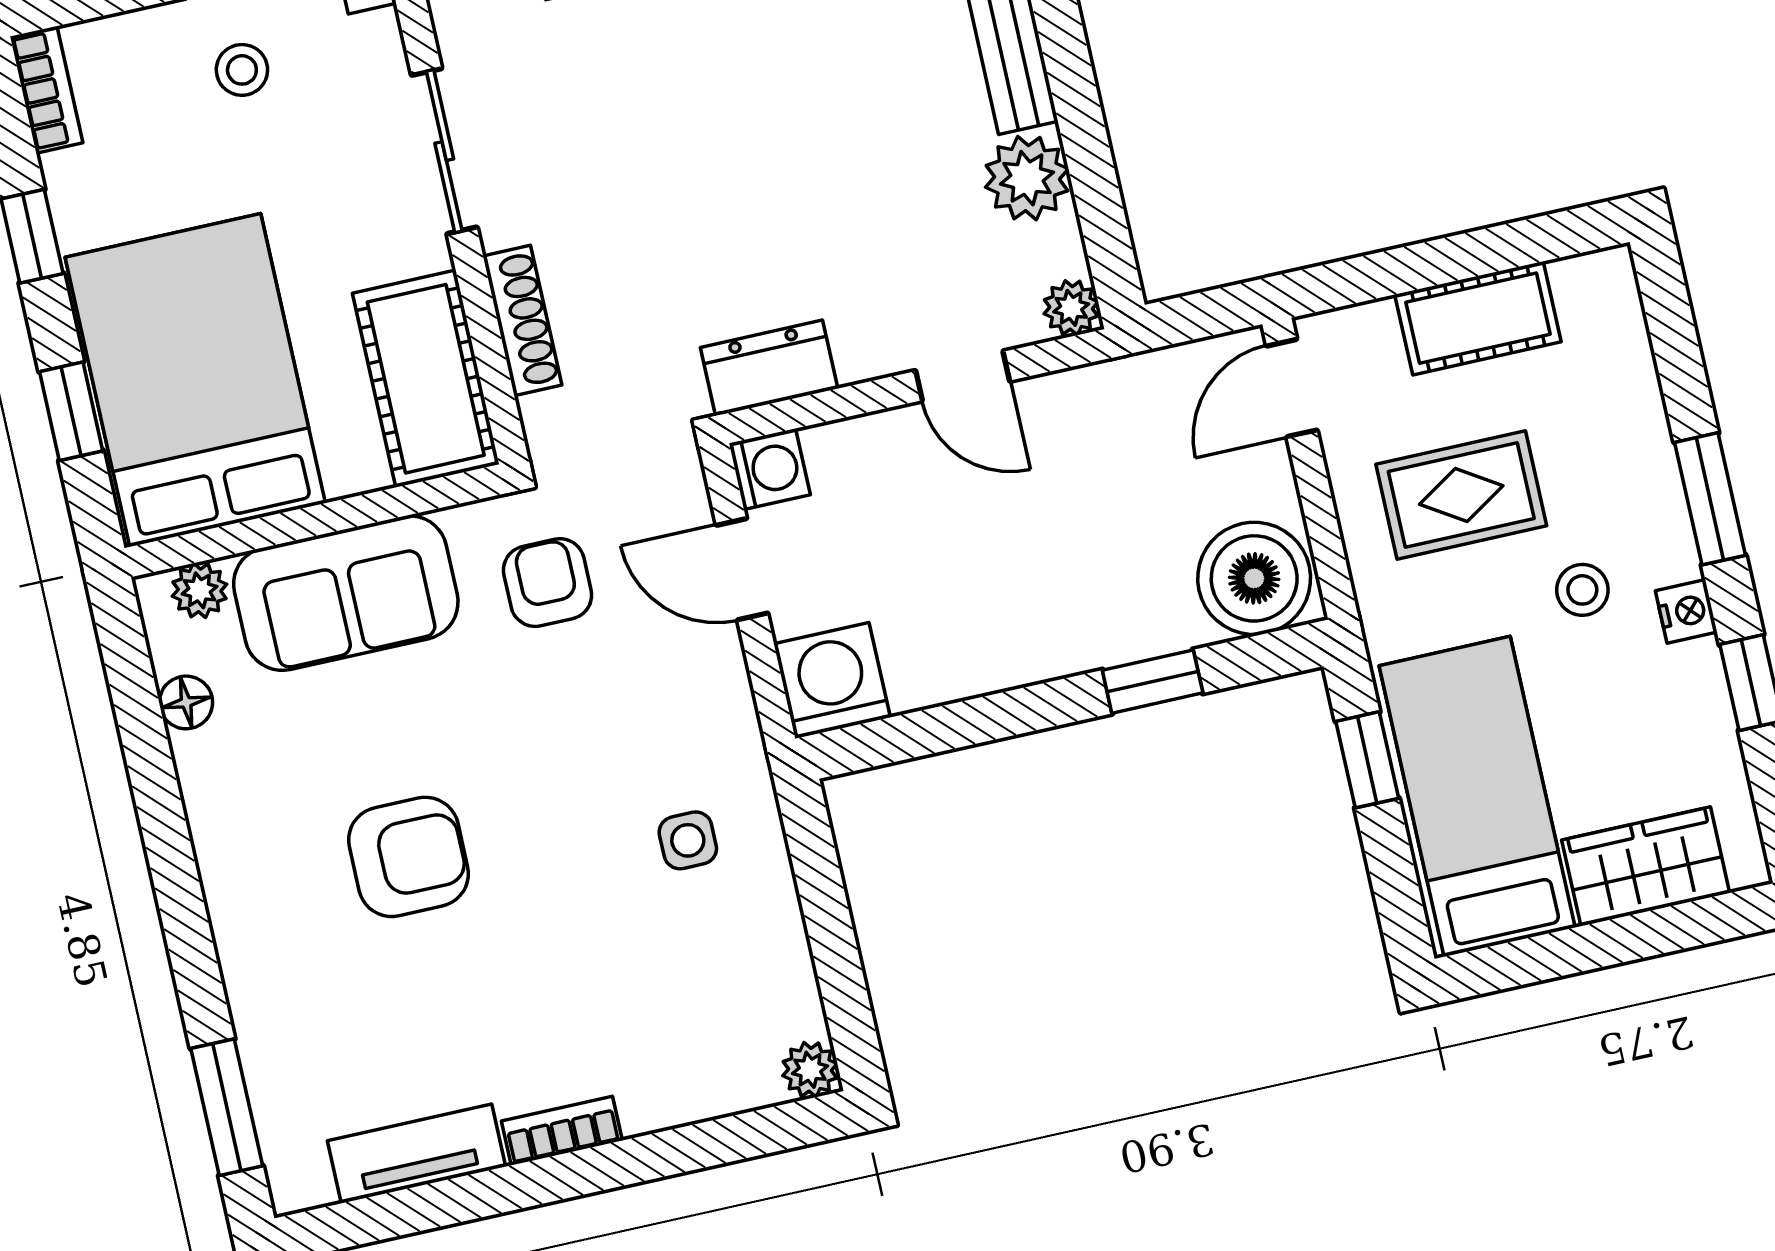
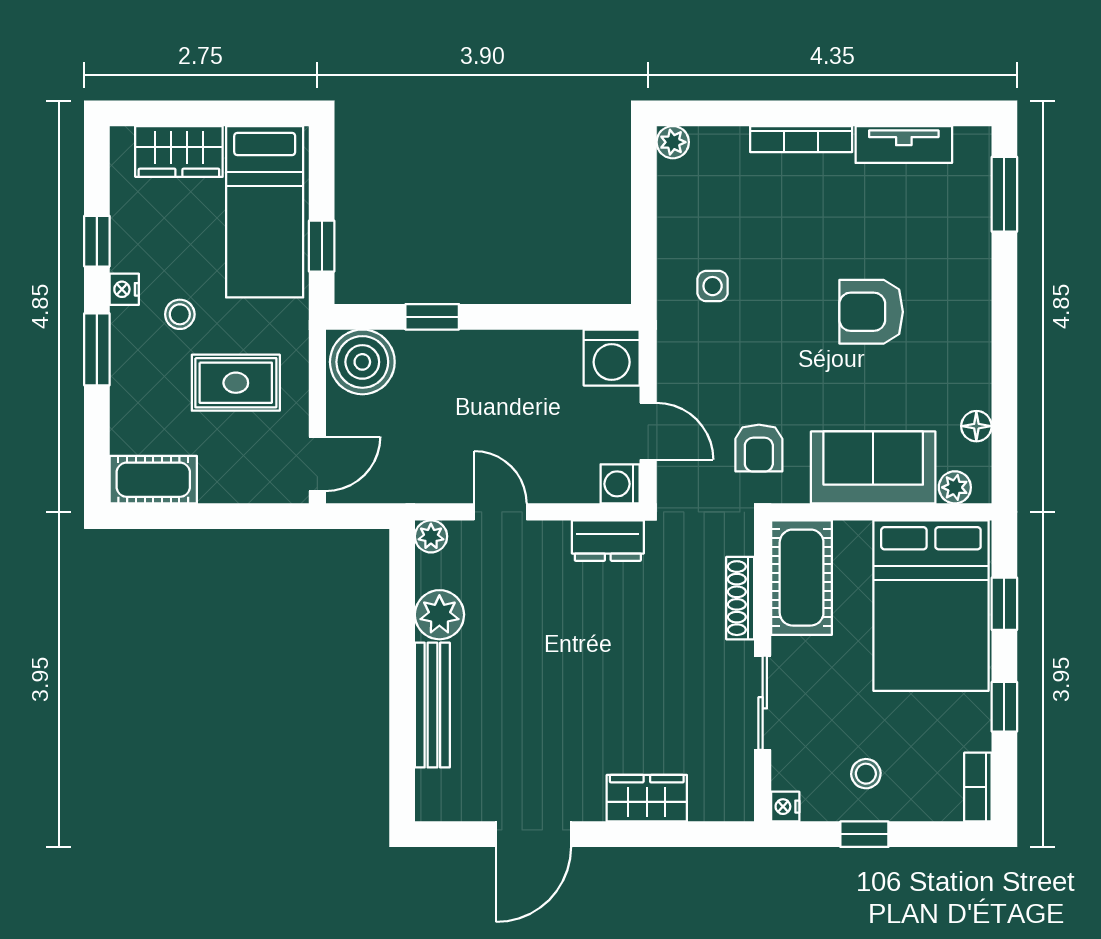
cot: (1478, 318) -> (153, 480), moved
bookcase: (562, 1131) -> (801, 139), width x1.56

